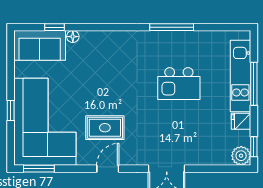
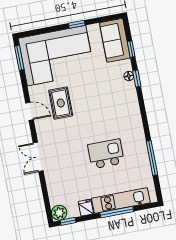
window: (92, 27) -> (137, 79), added
window: (172, 27) -> (152, 158), moved
floor lamp: (73, 37) -> (129, 76), moved
kitchen island: (179, 83) -> (106, 154), turned 90
window: (11, 110) -> (77, 24), moved

